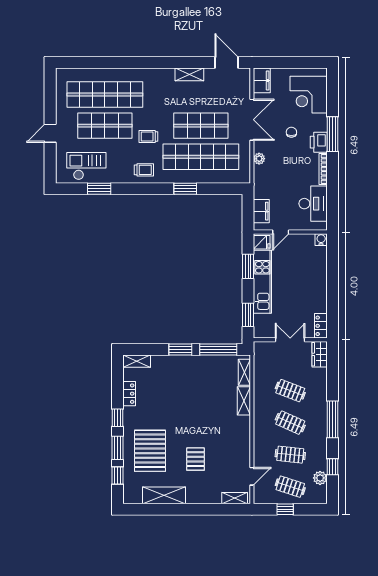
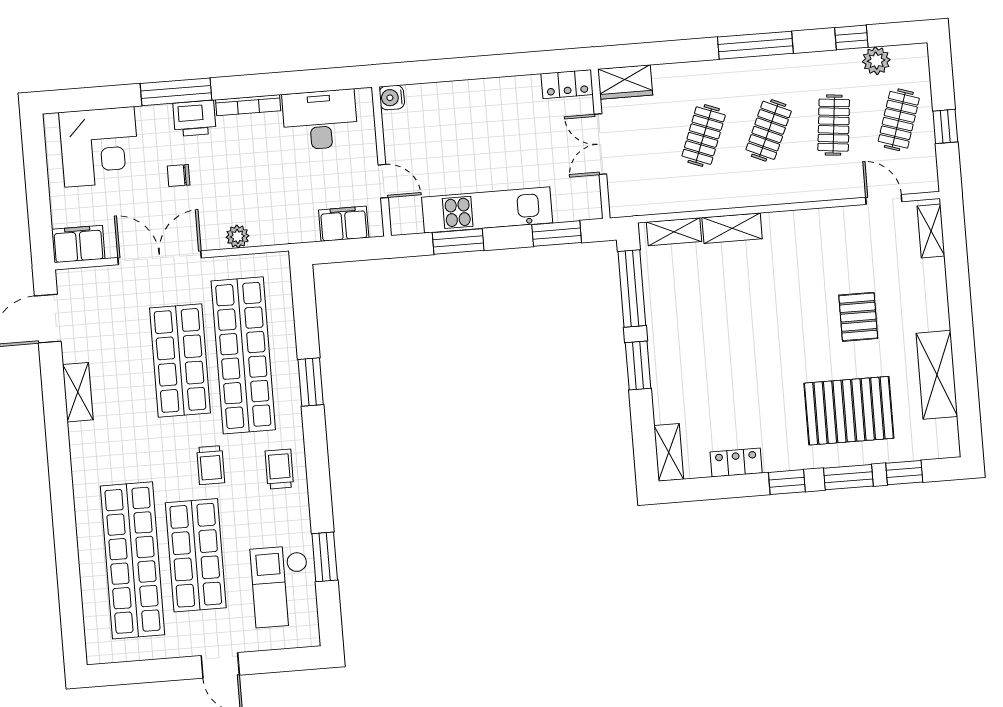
fridge: (262, 242) -> (407, 218), removed
pallet: (196, 459) -> (858, 317), turned 90

